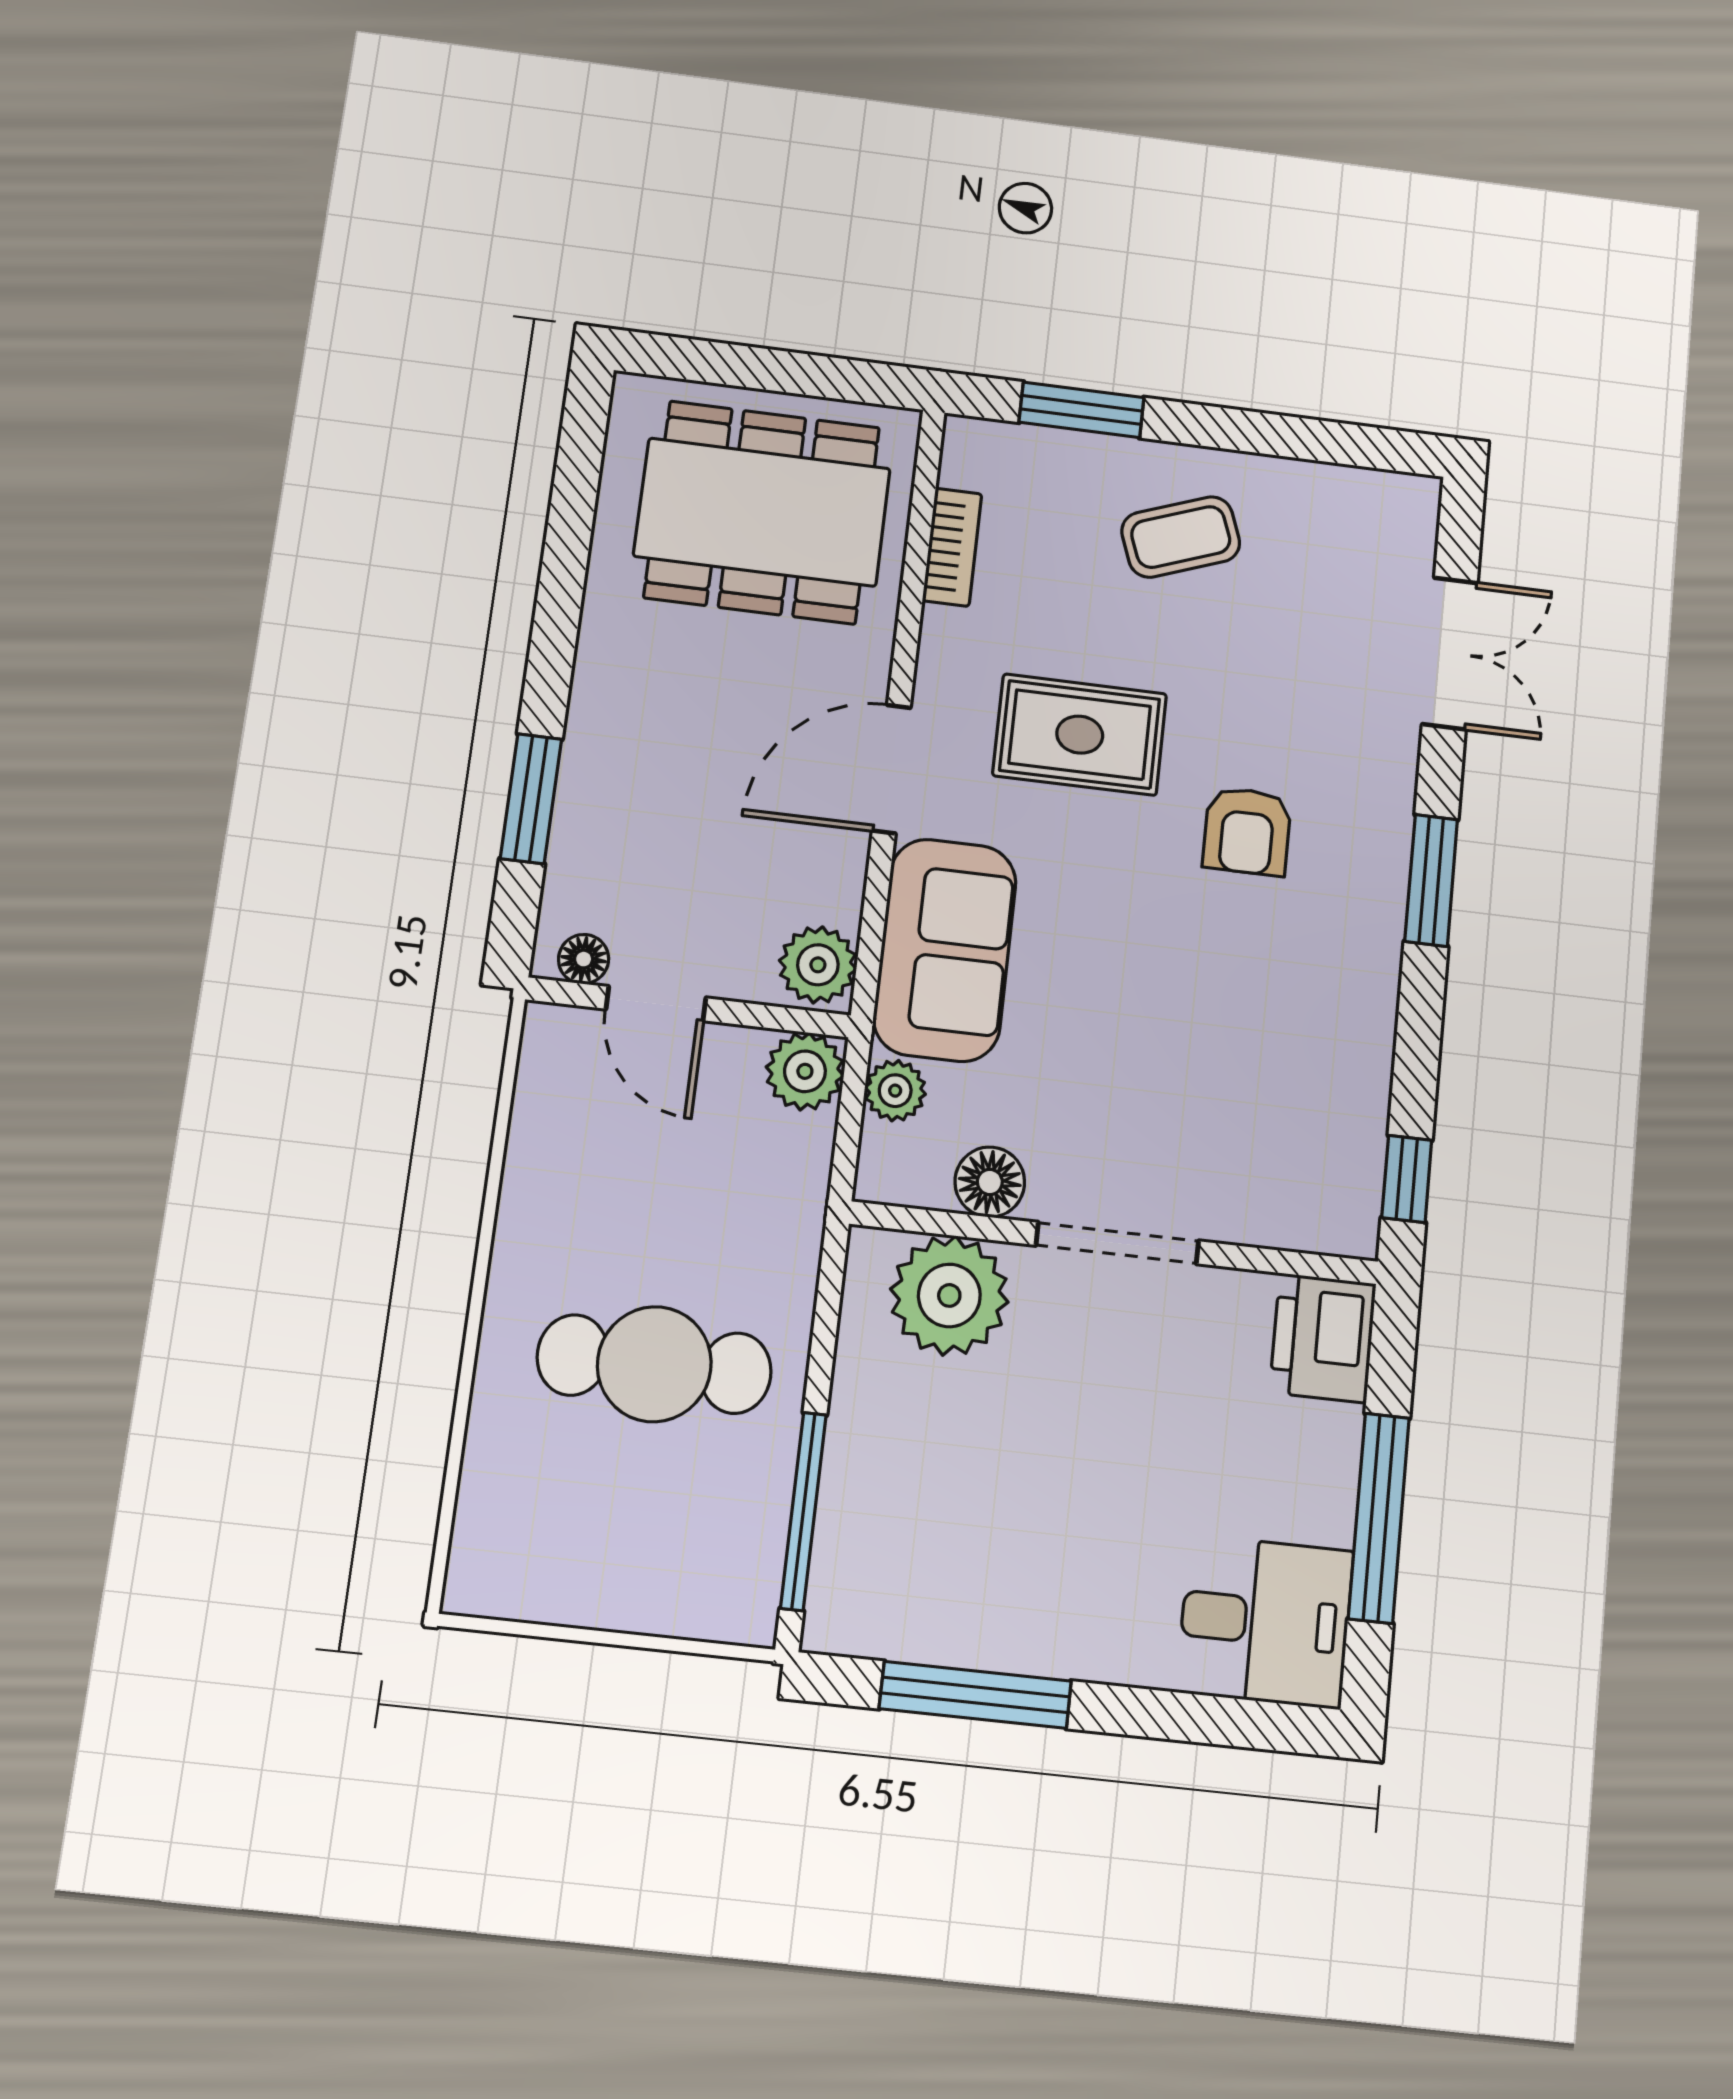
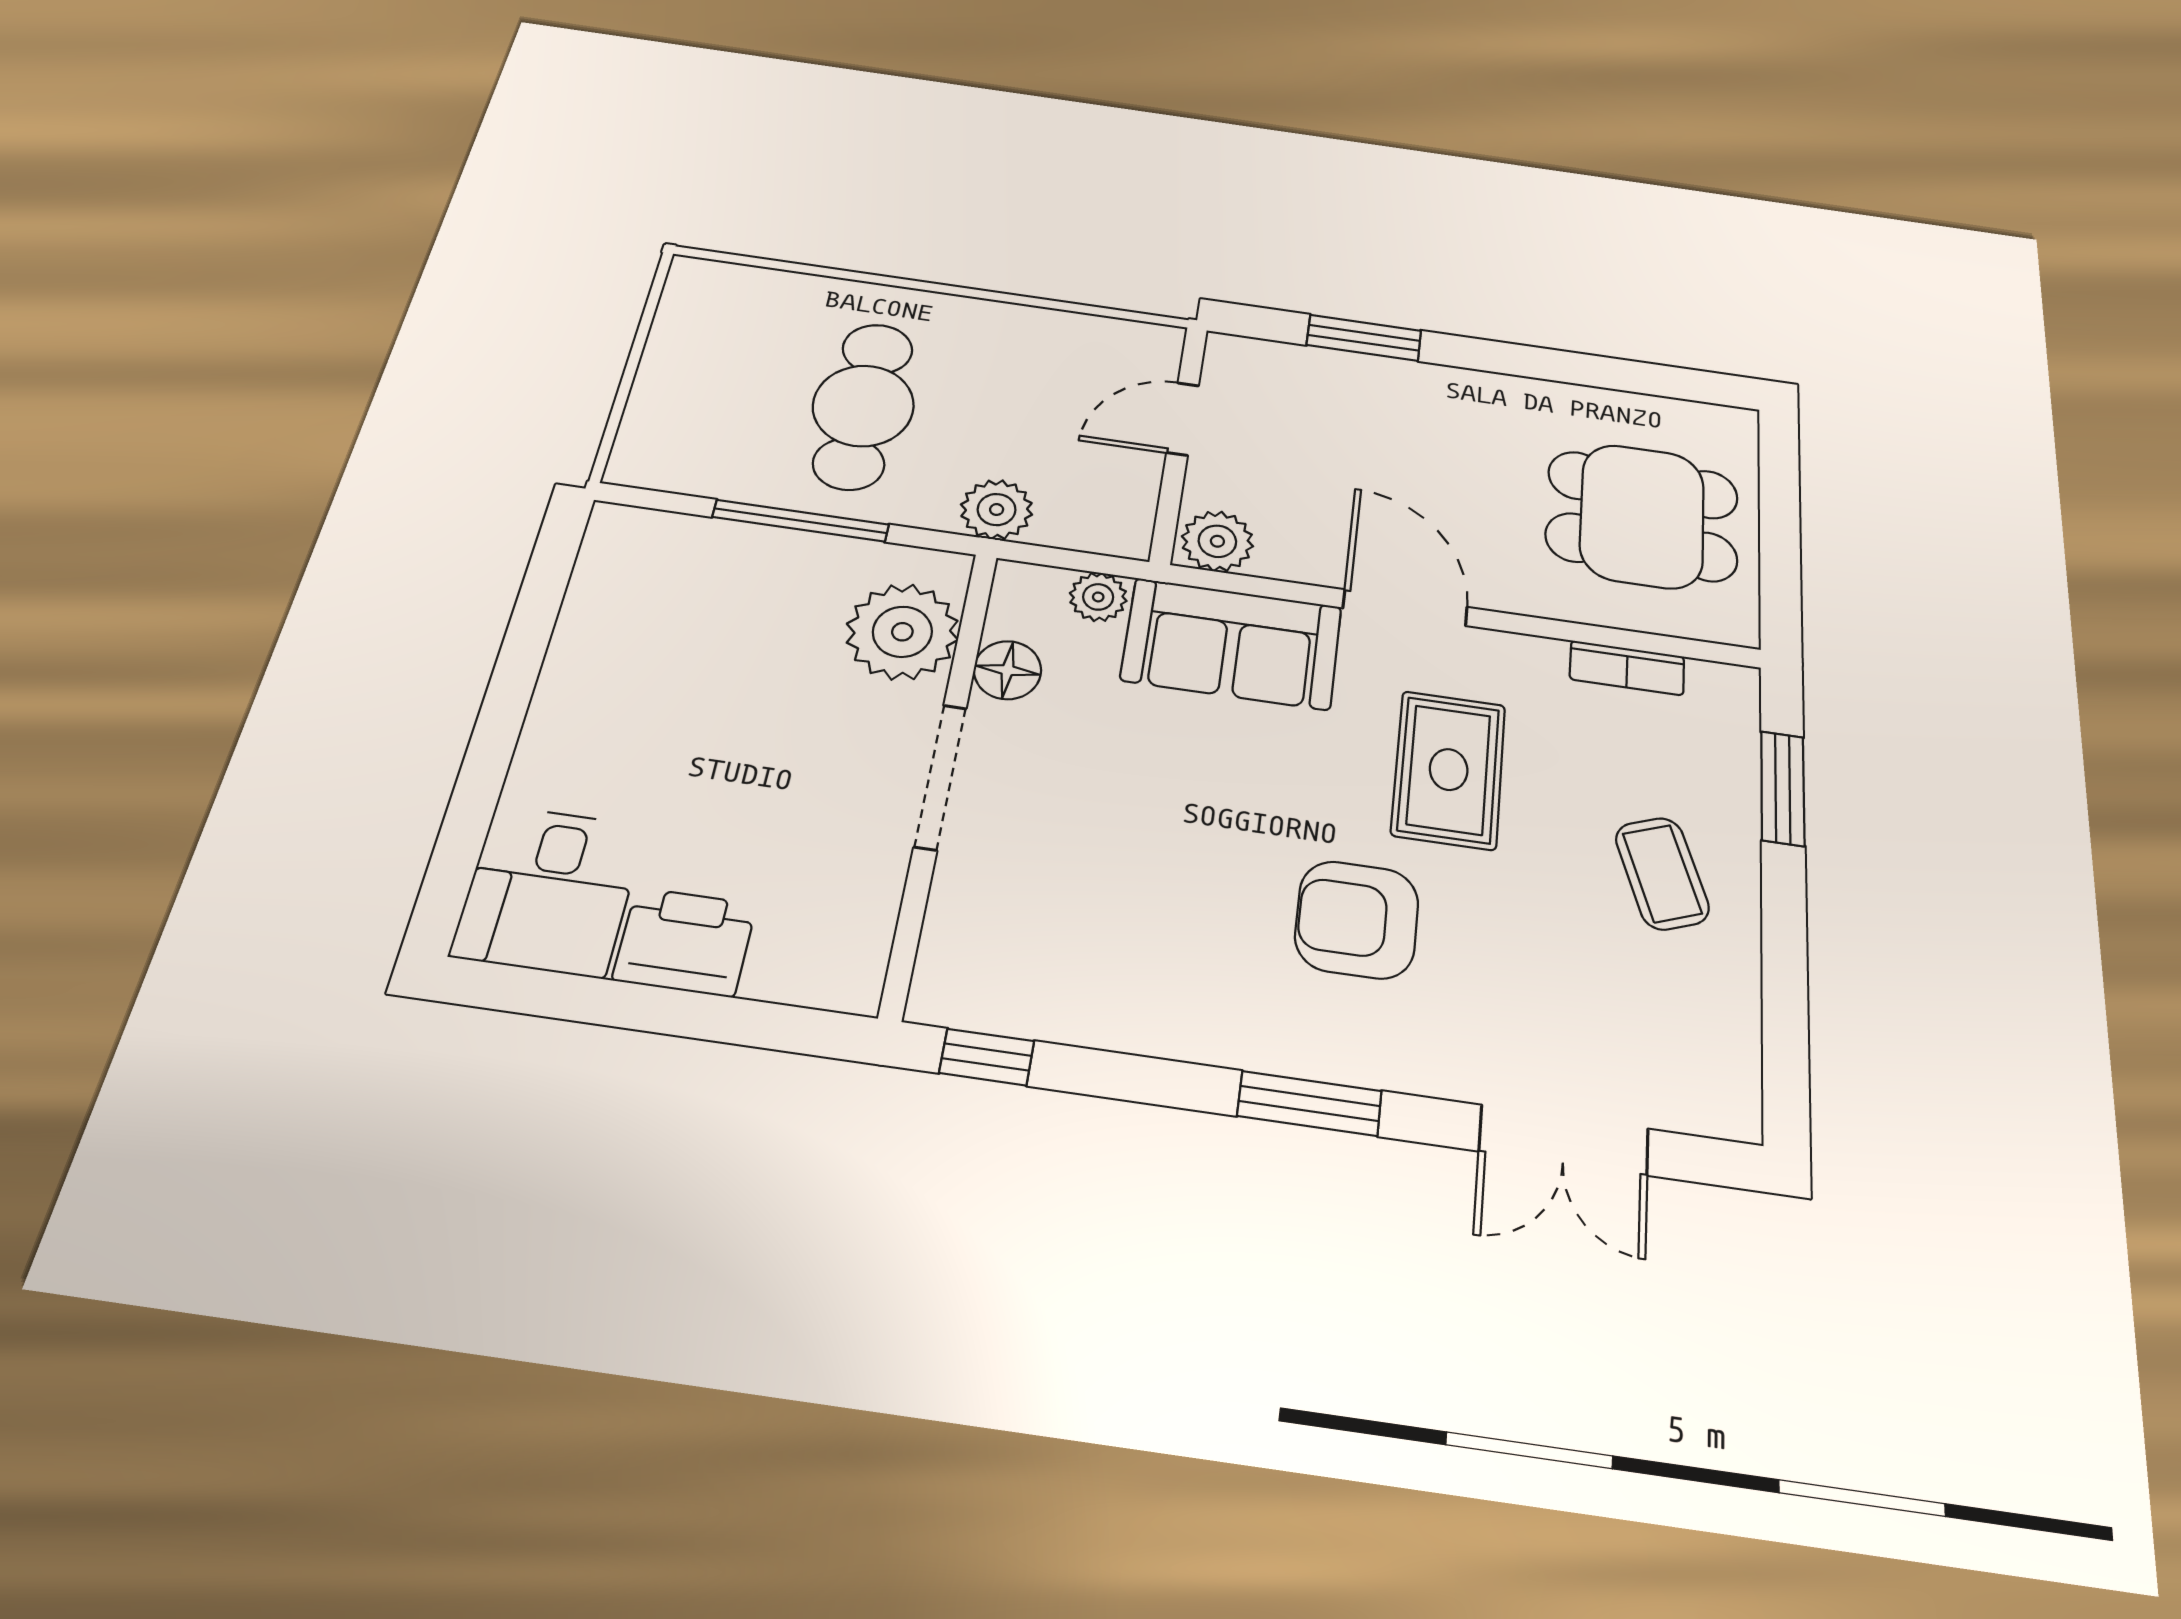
dining table: (762, 512) -> (1642, 516), width x0.73
armchair: (1247, 831) -> (1357, 920), width x1.38, depth x1.38
floor lamp: (584, 959) -> (1223, 369), removed
plant: (805, 1071) -> (997, 510), moved
printer: (1323, 1338) -> (685, 942), moved
window: (803, 1511) -> (801, 521), moved
window: (1379, 1518) -> (635, 1006), removed
window: (975, 1695) -> (528, 635), removed

